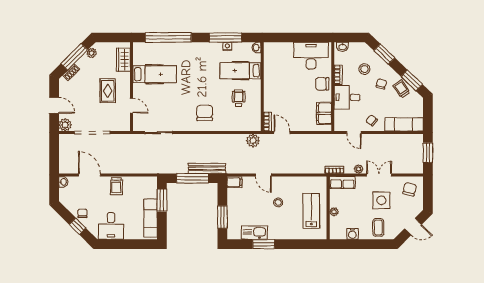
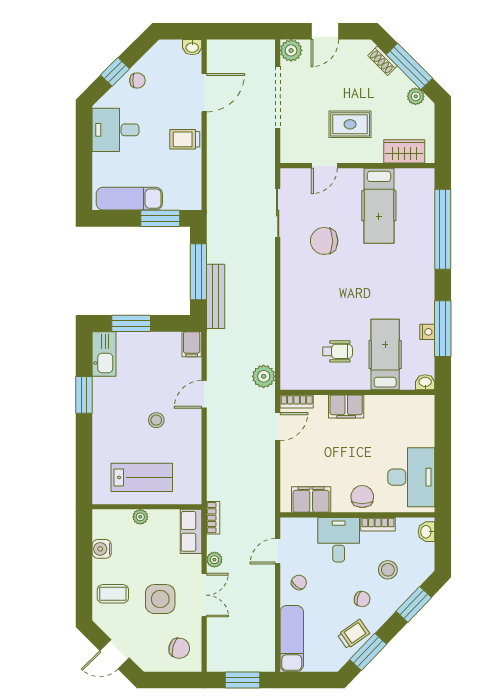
filing cabinet: (270, 93) -> (346, 406), added
chair: (205, 113) -> (324, 241), moved, turned 180
door: (413, 227) -> (114, 654), hinge flipped
kitchen sink: (254, 233) -> (104, 354), moved

